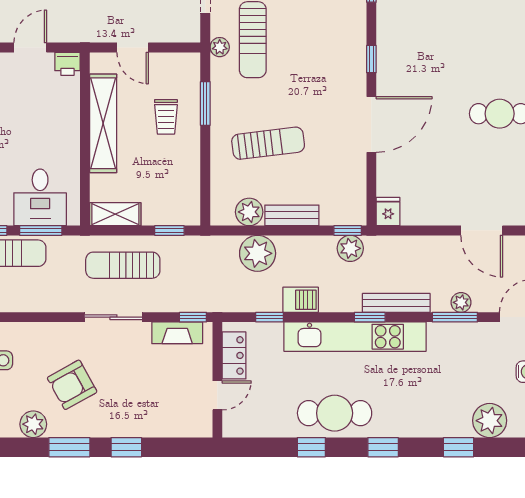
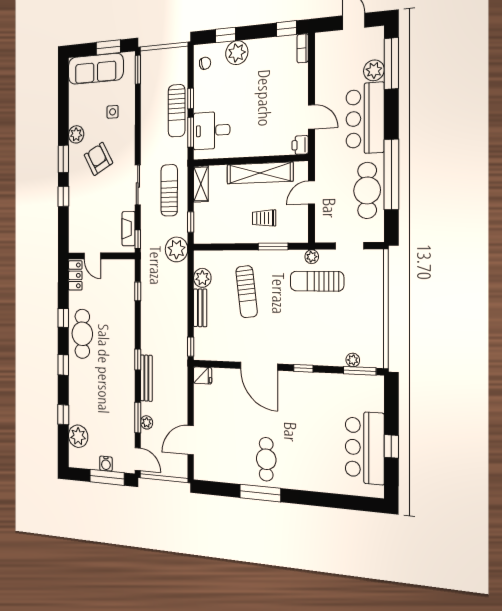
plant: (350, 248) -> (180, 348), removed
plant: (258, 253) -> (176, 249), moved
barbecue: (301, 300) -> (148, 313), removed
kitchen unit: (355, 337) -> (126, 349), removed
locker: (234, 355) -> (75, 275), moved, turned -90

